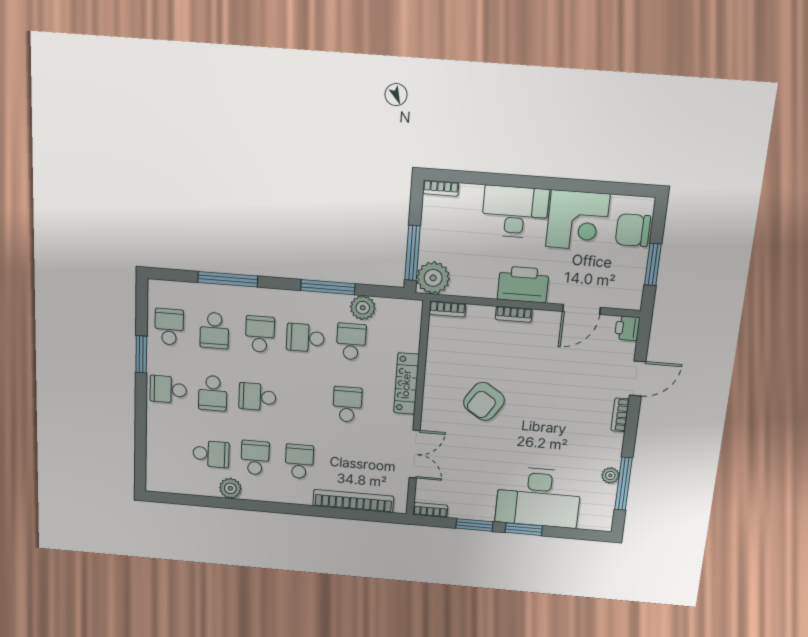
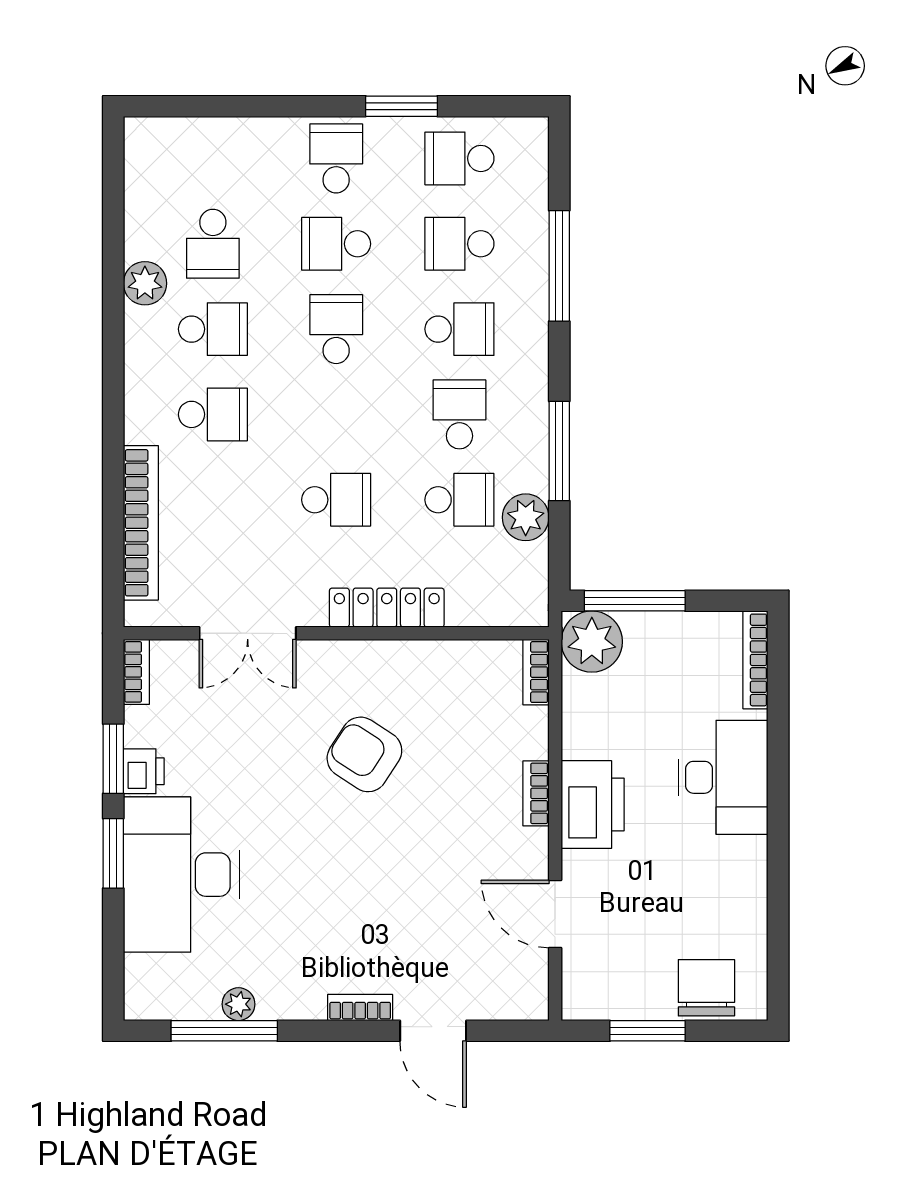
bookcase: (441, 188) -> (755, 660), width x1.56
corner desk: (578, 220) -> (716, 889), removed
school desk: (169, 327) -> (459, 158), turned 180
printer: (627, 328) -> (144, 771), moved, turned 90

